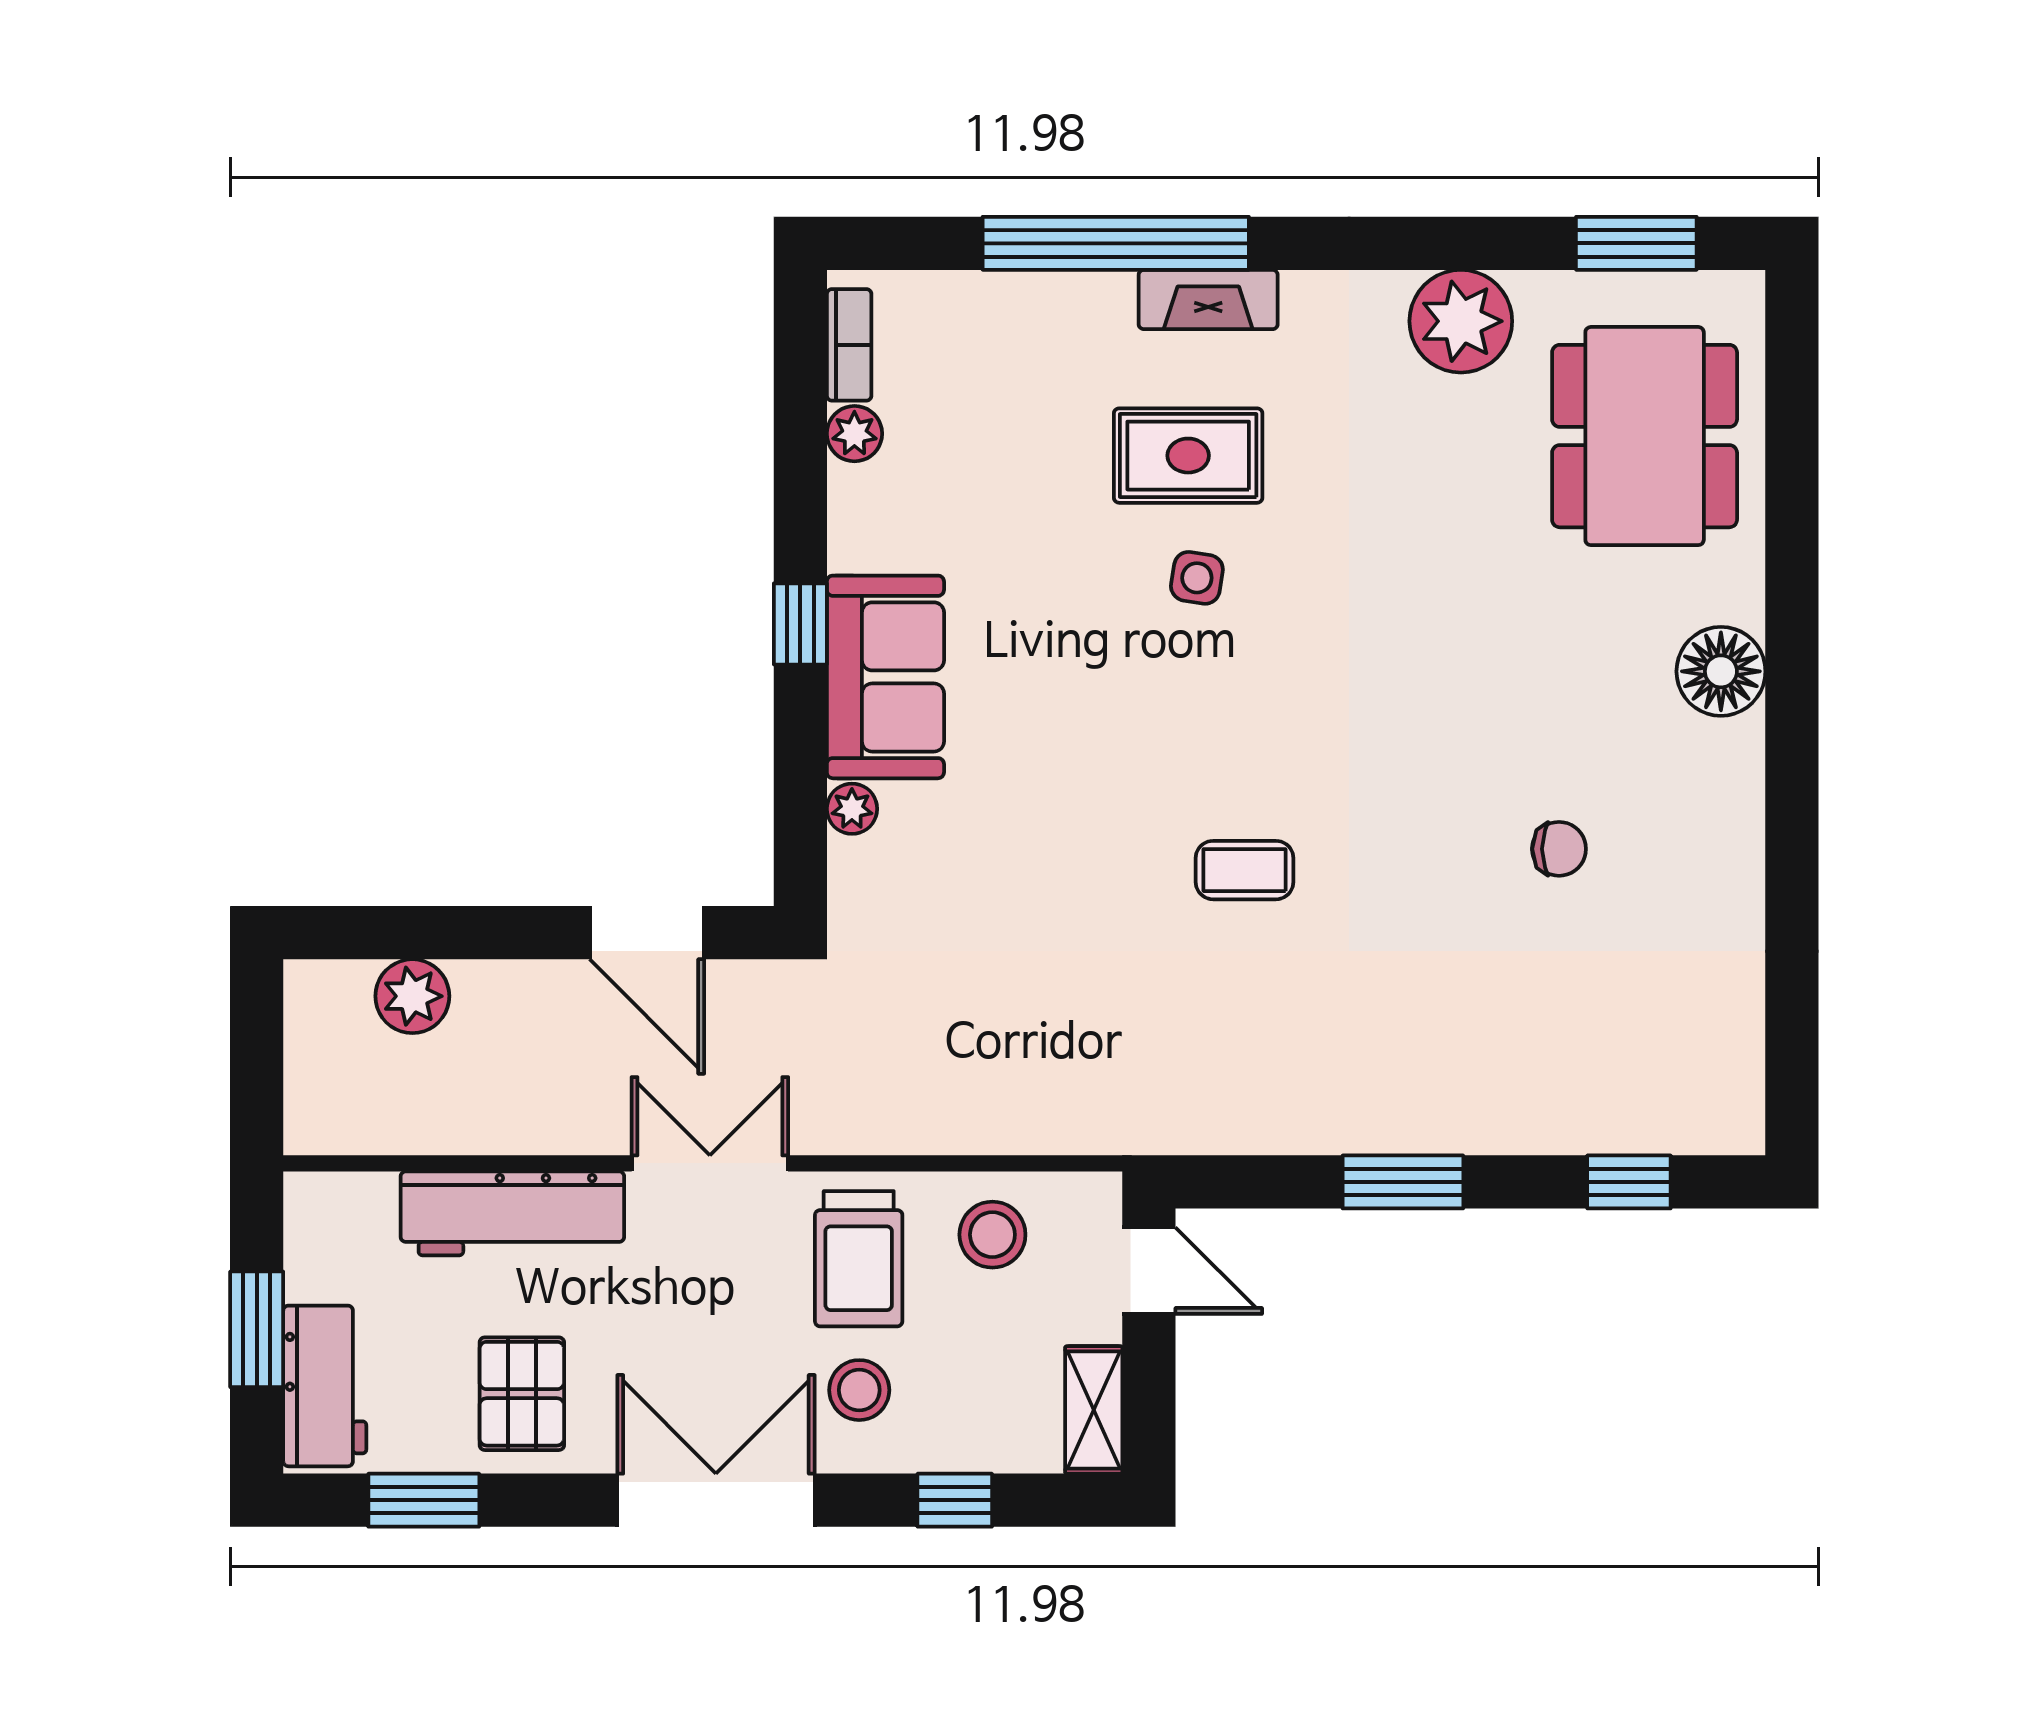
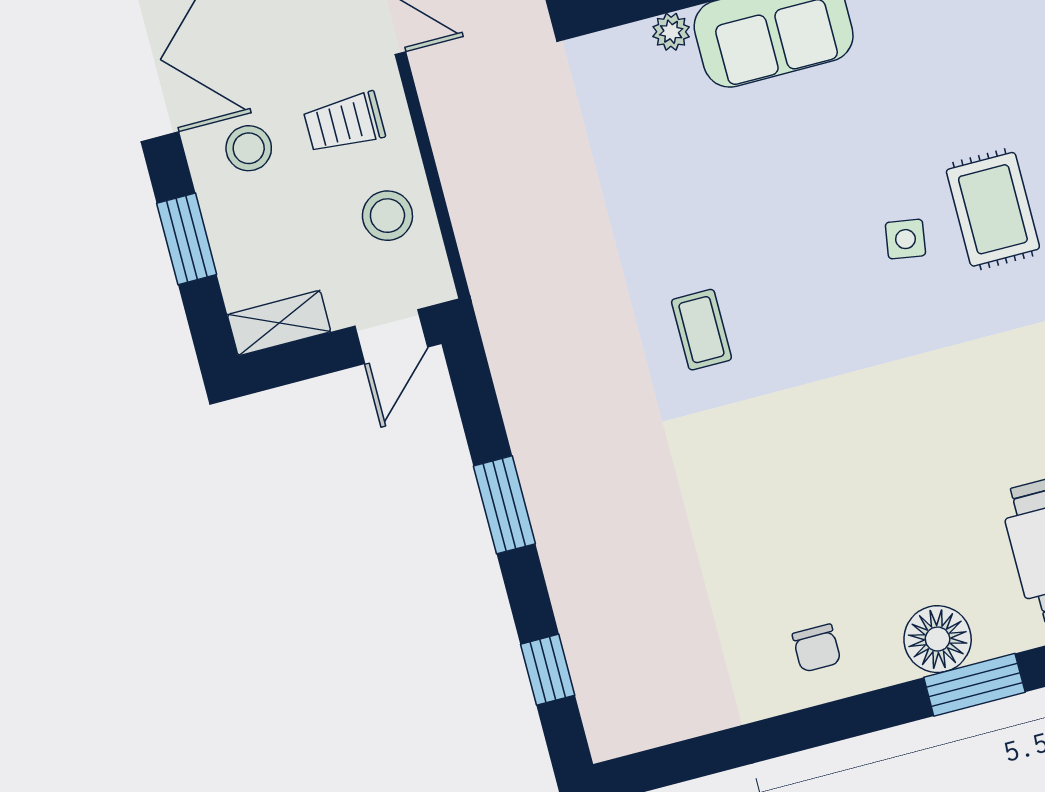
window: (1792, 639) -> (974, 685), added
chair: (1559, 849) -> (817, 648), moved
trolley: (859, 1259) -> (344, 123), width x0.73, depth x0.72
window: (955, 1500) -> (187, 239), width x1.50

